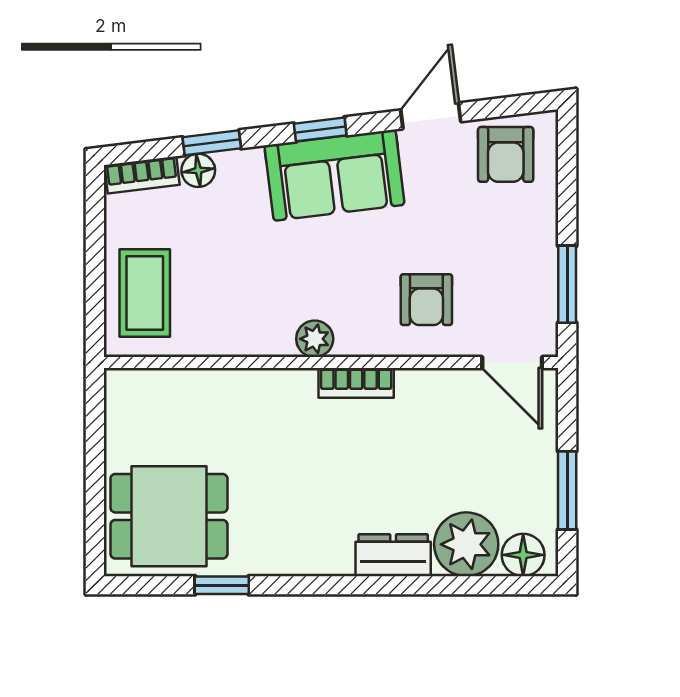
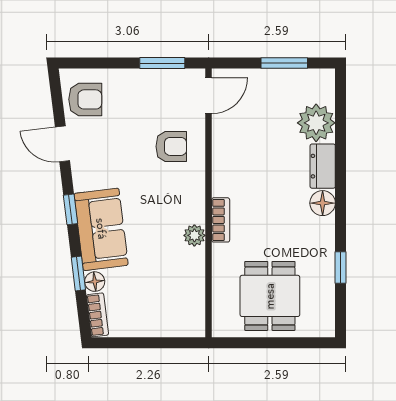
sofa: (335, 175) -> (101, 229), moved
coffee table: (145, 293) -> (167, 313), removed
plant: (315, 339) -> (194, 235), moved
bookcase: (356, 383) -> (221, 220), moved
dining table: (169, 516) -> (270, 296), moved
floor lamp: (523, 555) -> (323, 203), moved

